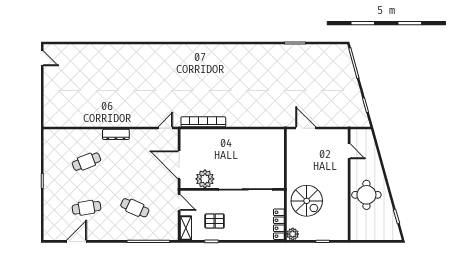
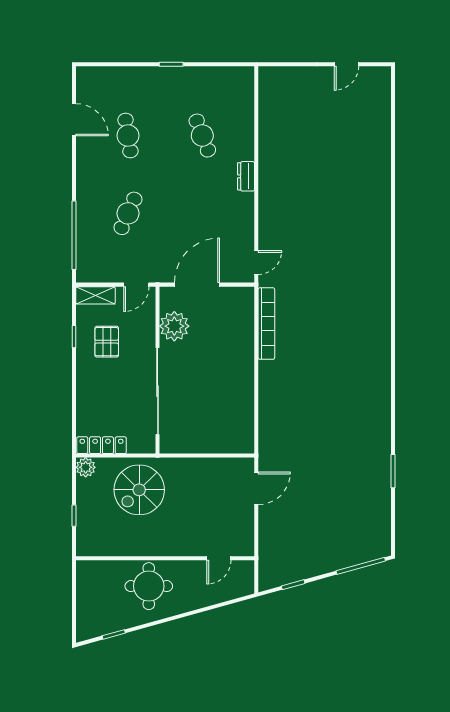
door: (42, 58) -> (347, 64), moved
door: (165, 128) -> (256, 262), hinge flipped
dresser: (116, 134) -> (246, 176), width x0.70

